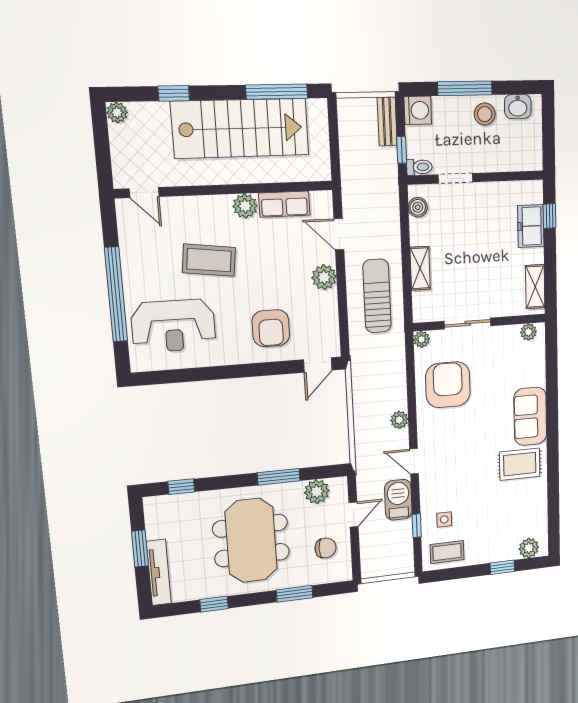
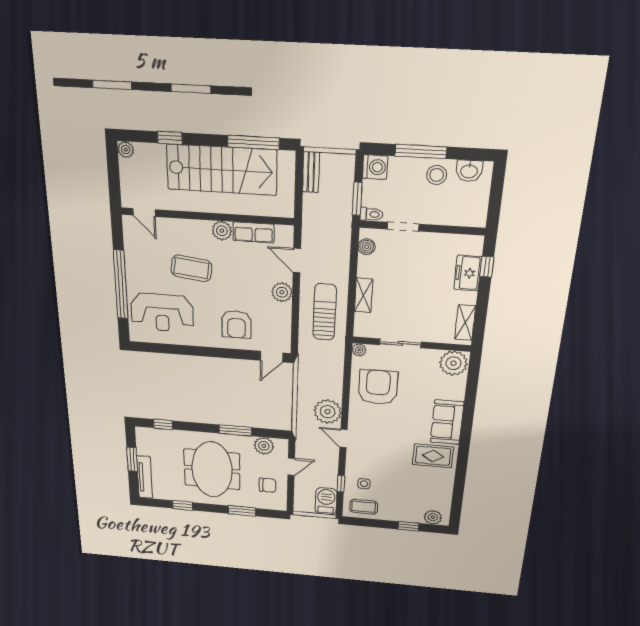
bench: (387, 121) -> (311, 172), moved
window: (402, 150) -> (357, 199), width x1.50
plant: (528, 332) -> (453, 363), width x1.88, depth x1.88
plant: (399, 420) -> (328, 412), width x1.87, depth x1.87
barbecue: (398, 500) -> (326, 501), moved

